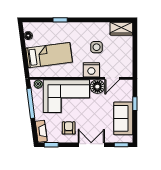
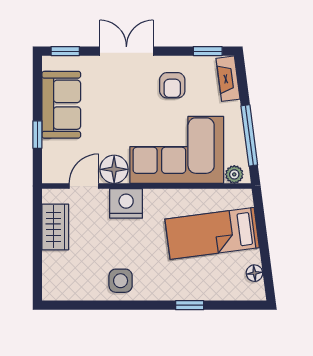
wardrobe: (121, 29) -> (55, 227), moved, turned 90
side table: (97, 47) -> (121, 281), moved
double door: (91, 145) -> (126, 51), swing flipped

